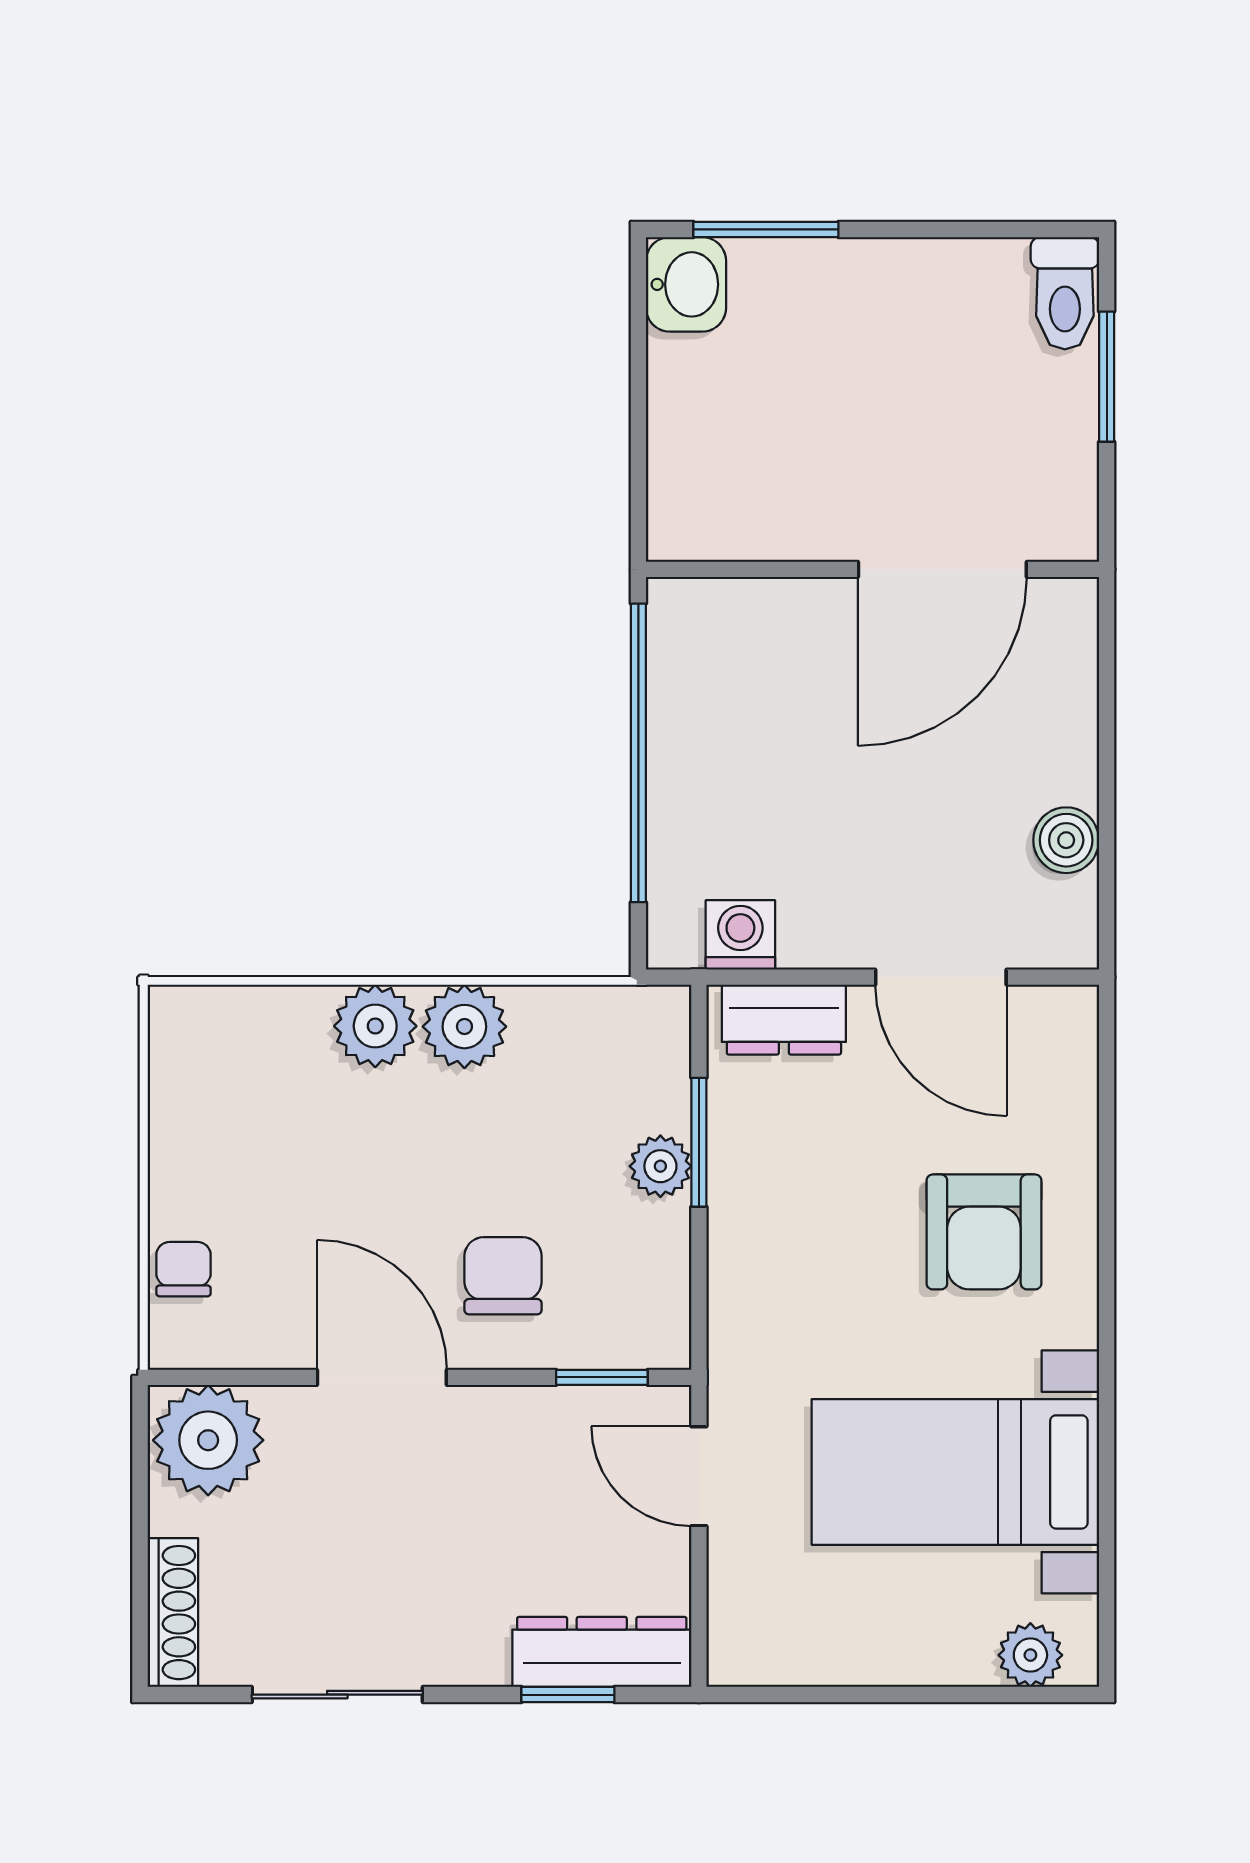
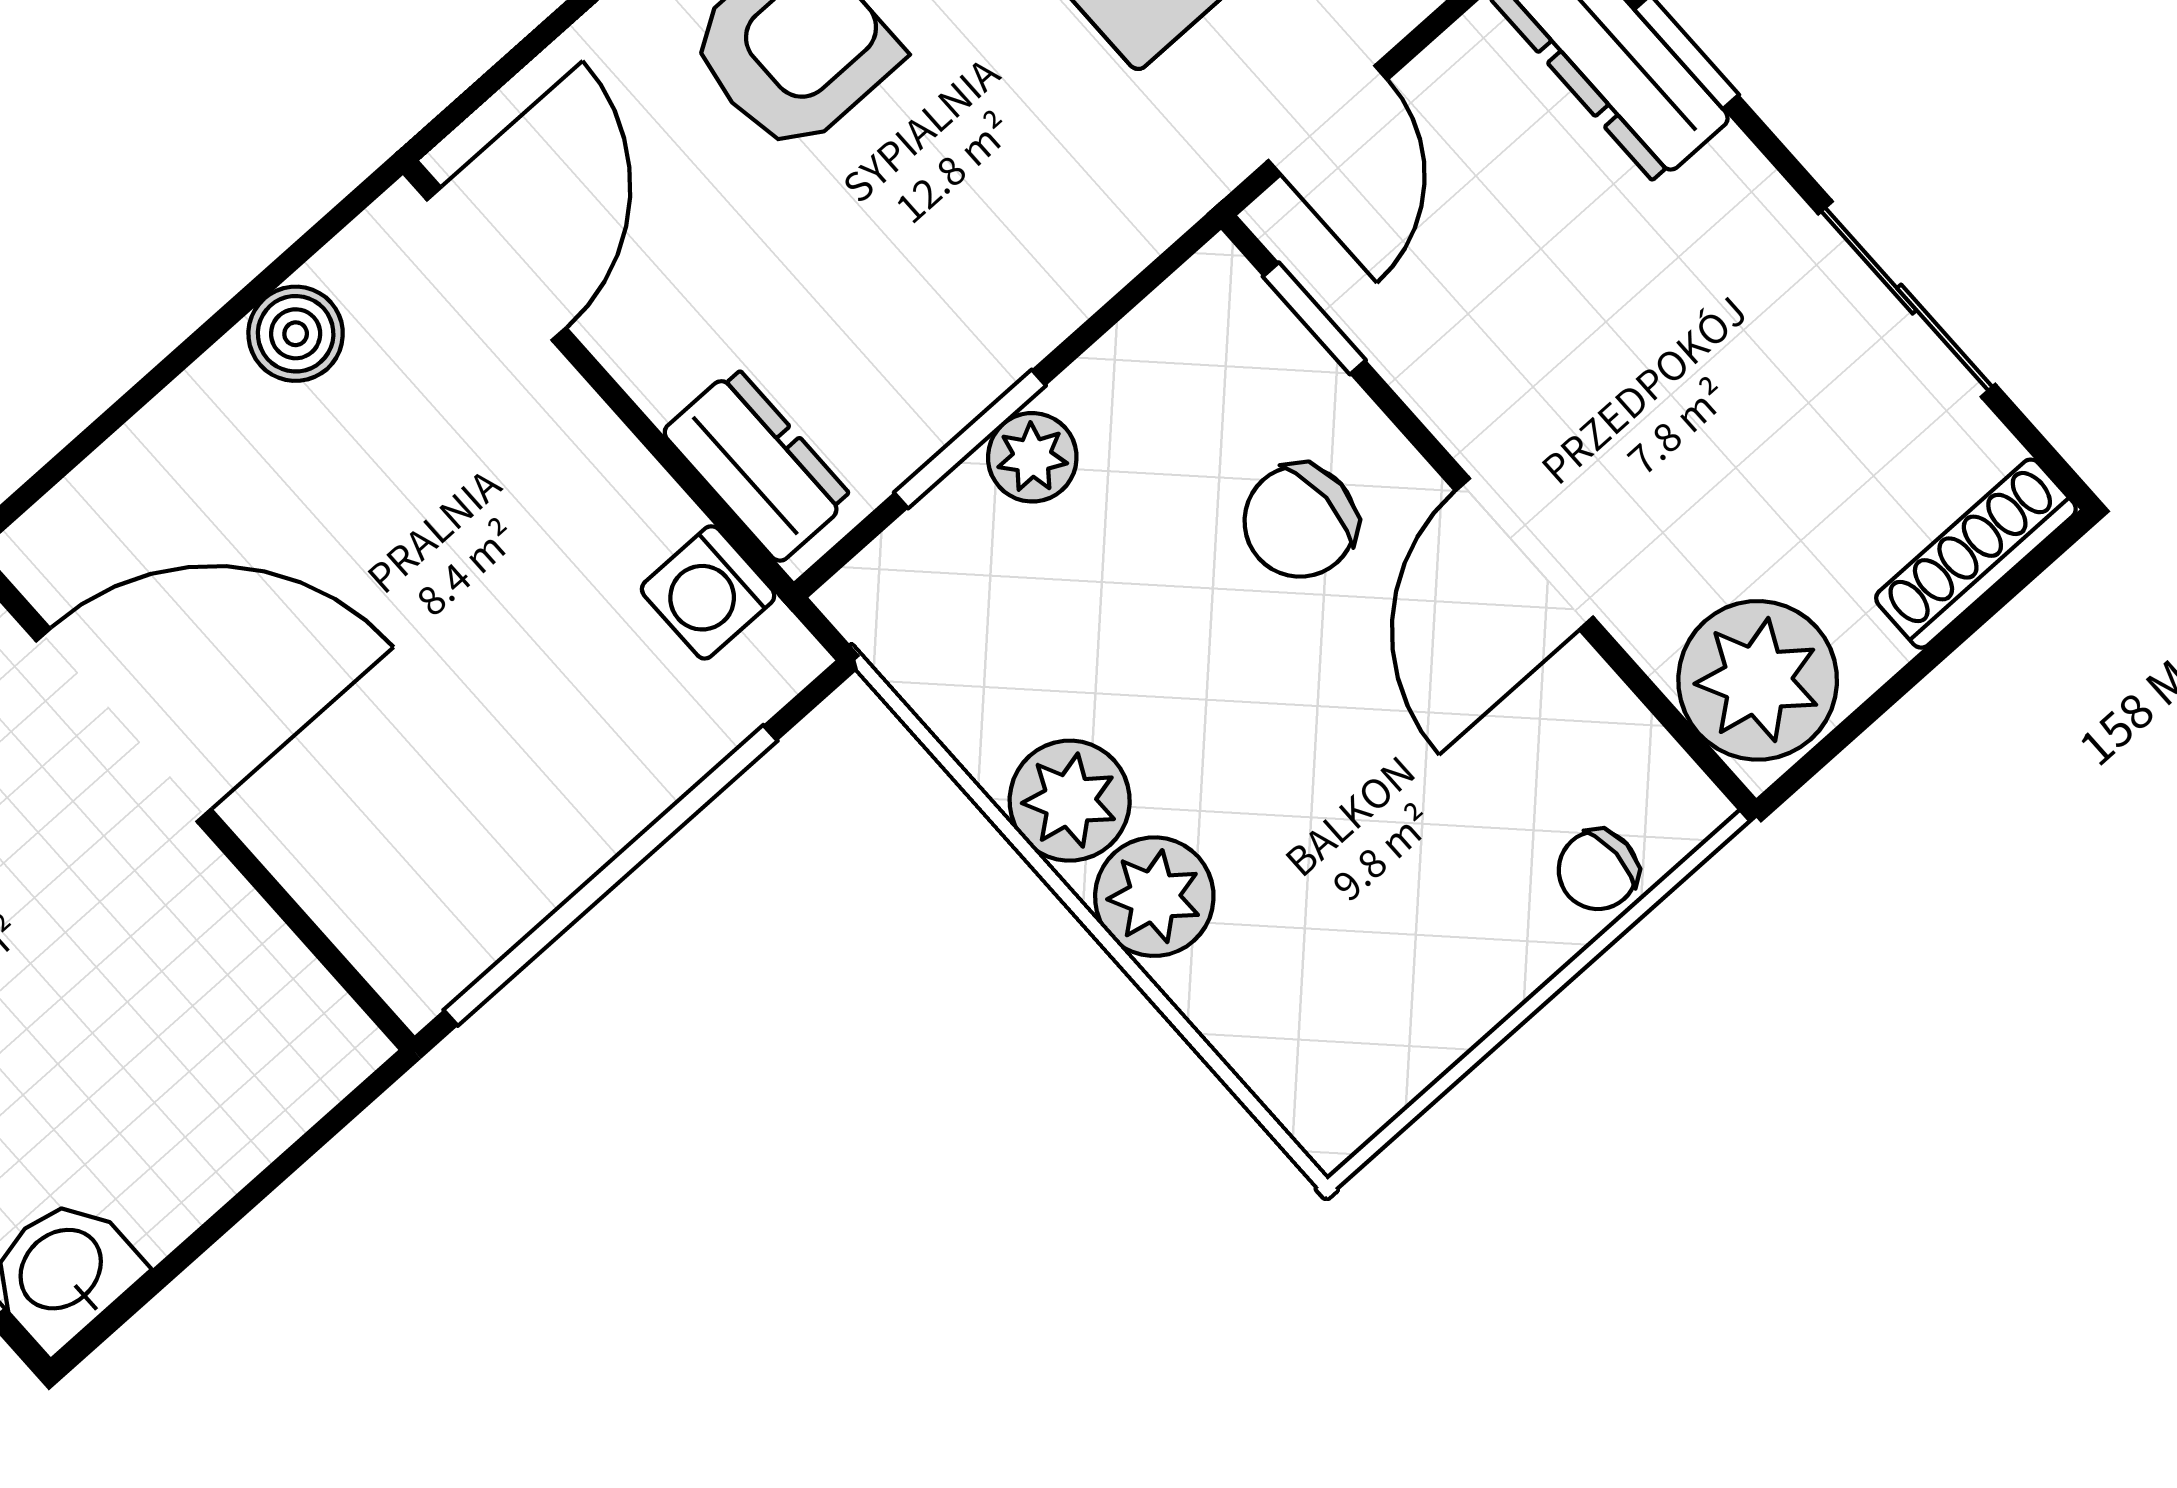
door: (941, 977) -> (496, 264), moved

